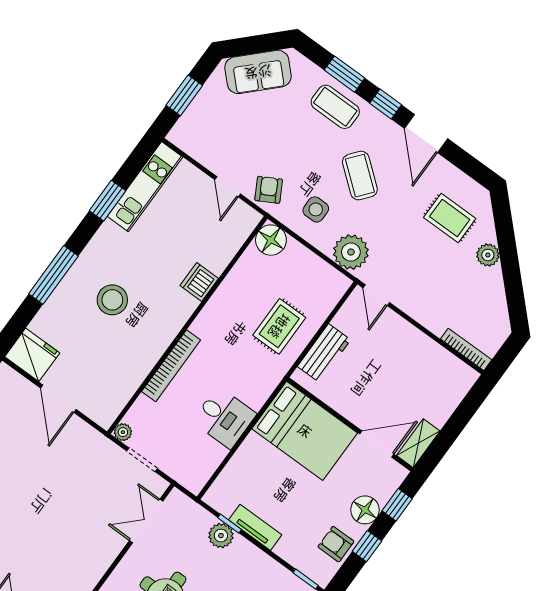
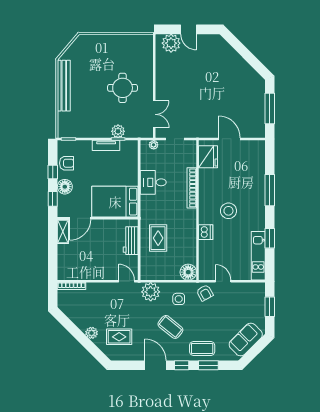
stool: (112, 300) -> (228, 211), moved
fridge: (32, 355) -> (208, 157), moved, turned -90
plant: (123, 432) -> (154, 145), moved

